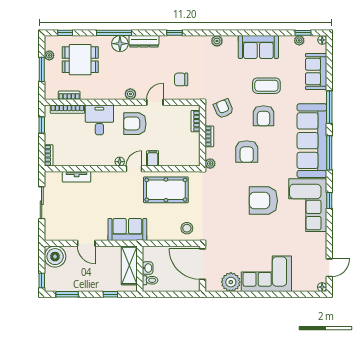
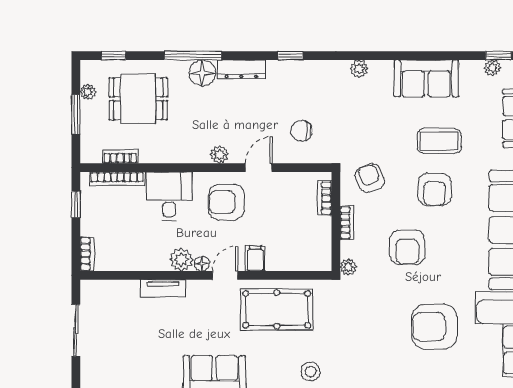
plant: (107, 159) -> (181, 260), added
tv unit: (77, 177) -> (163, 288), moved

